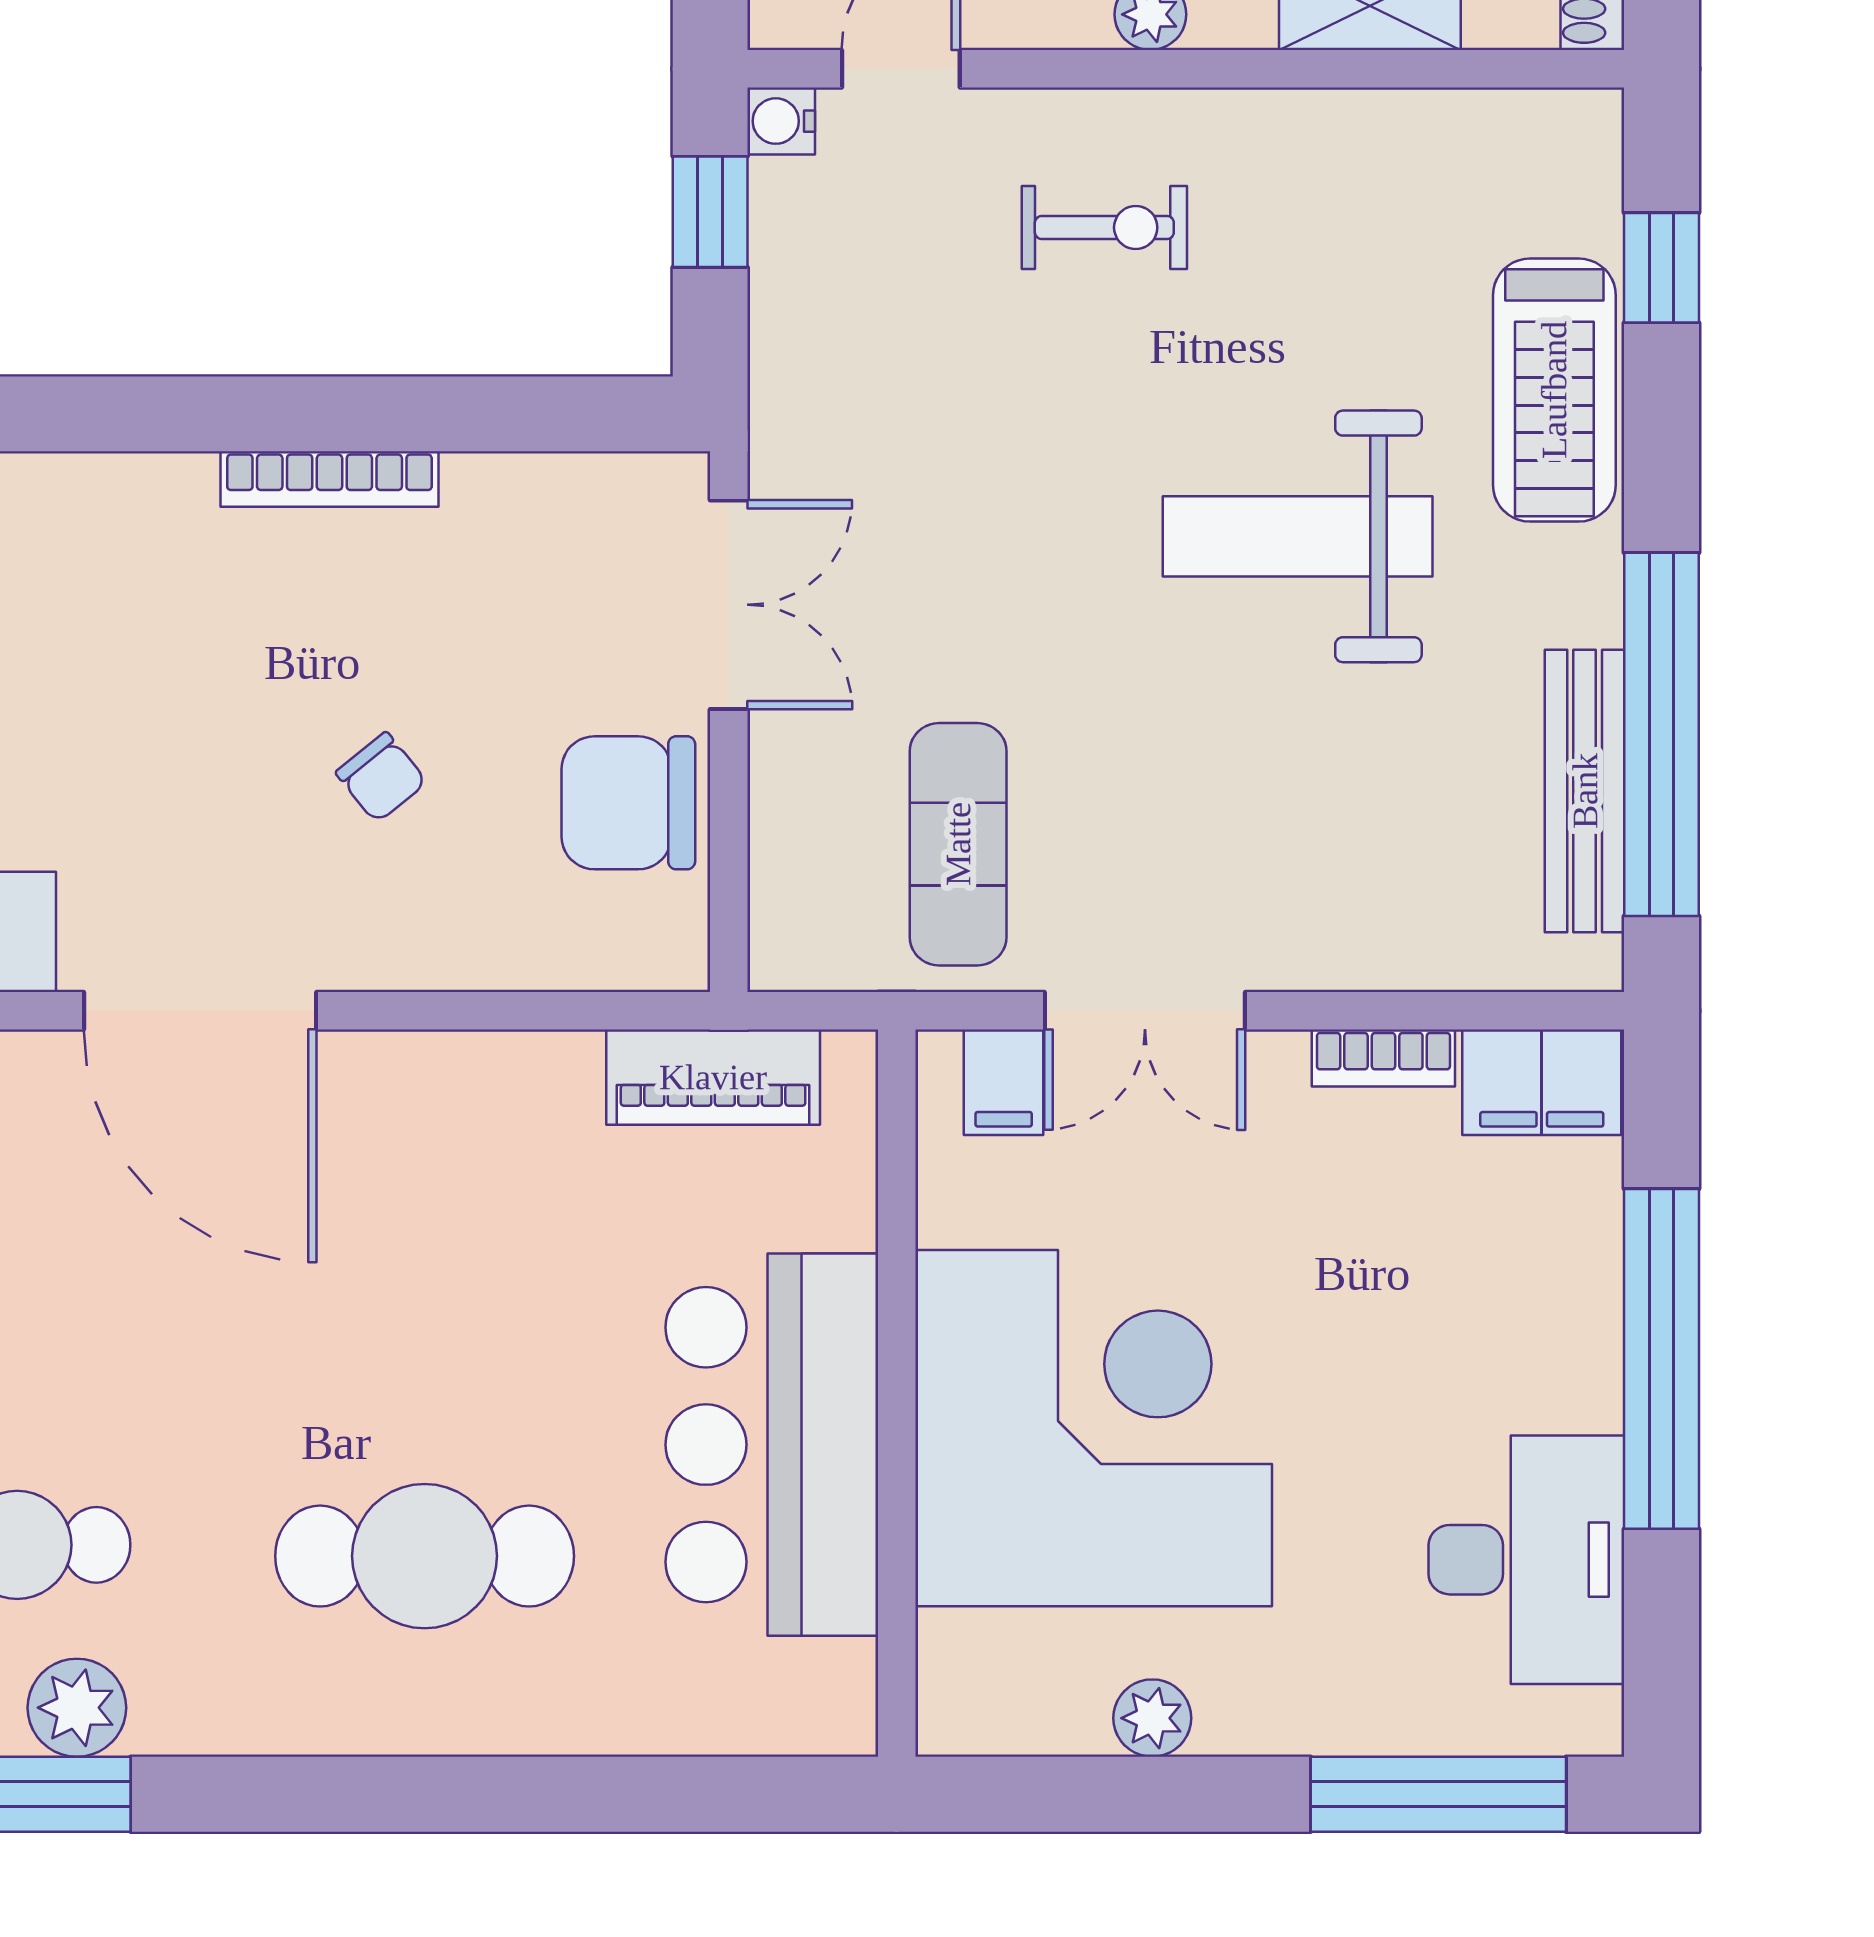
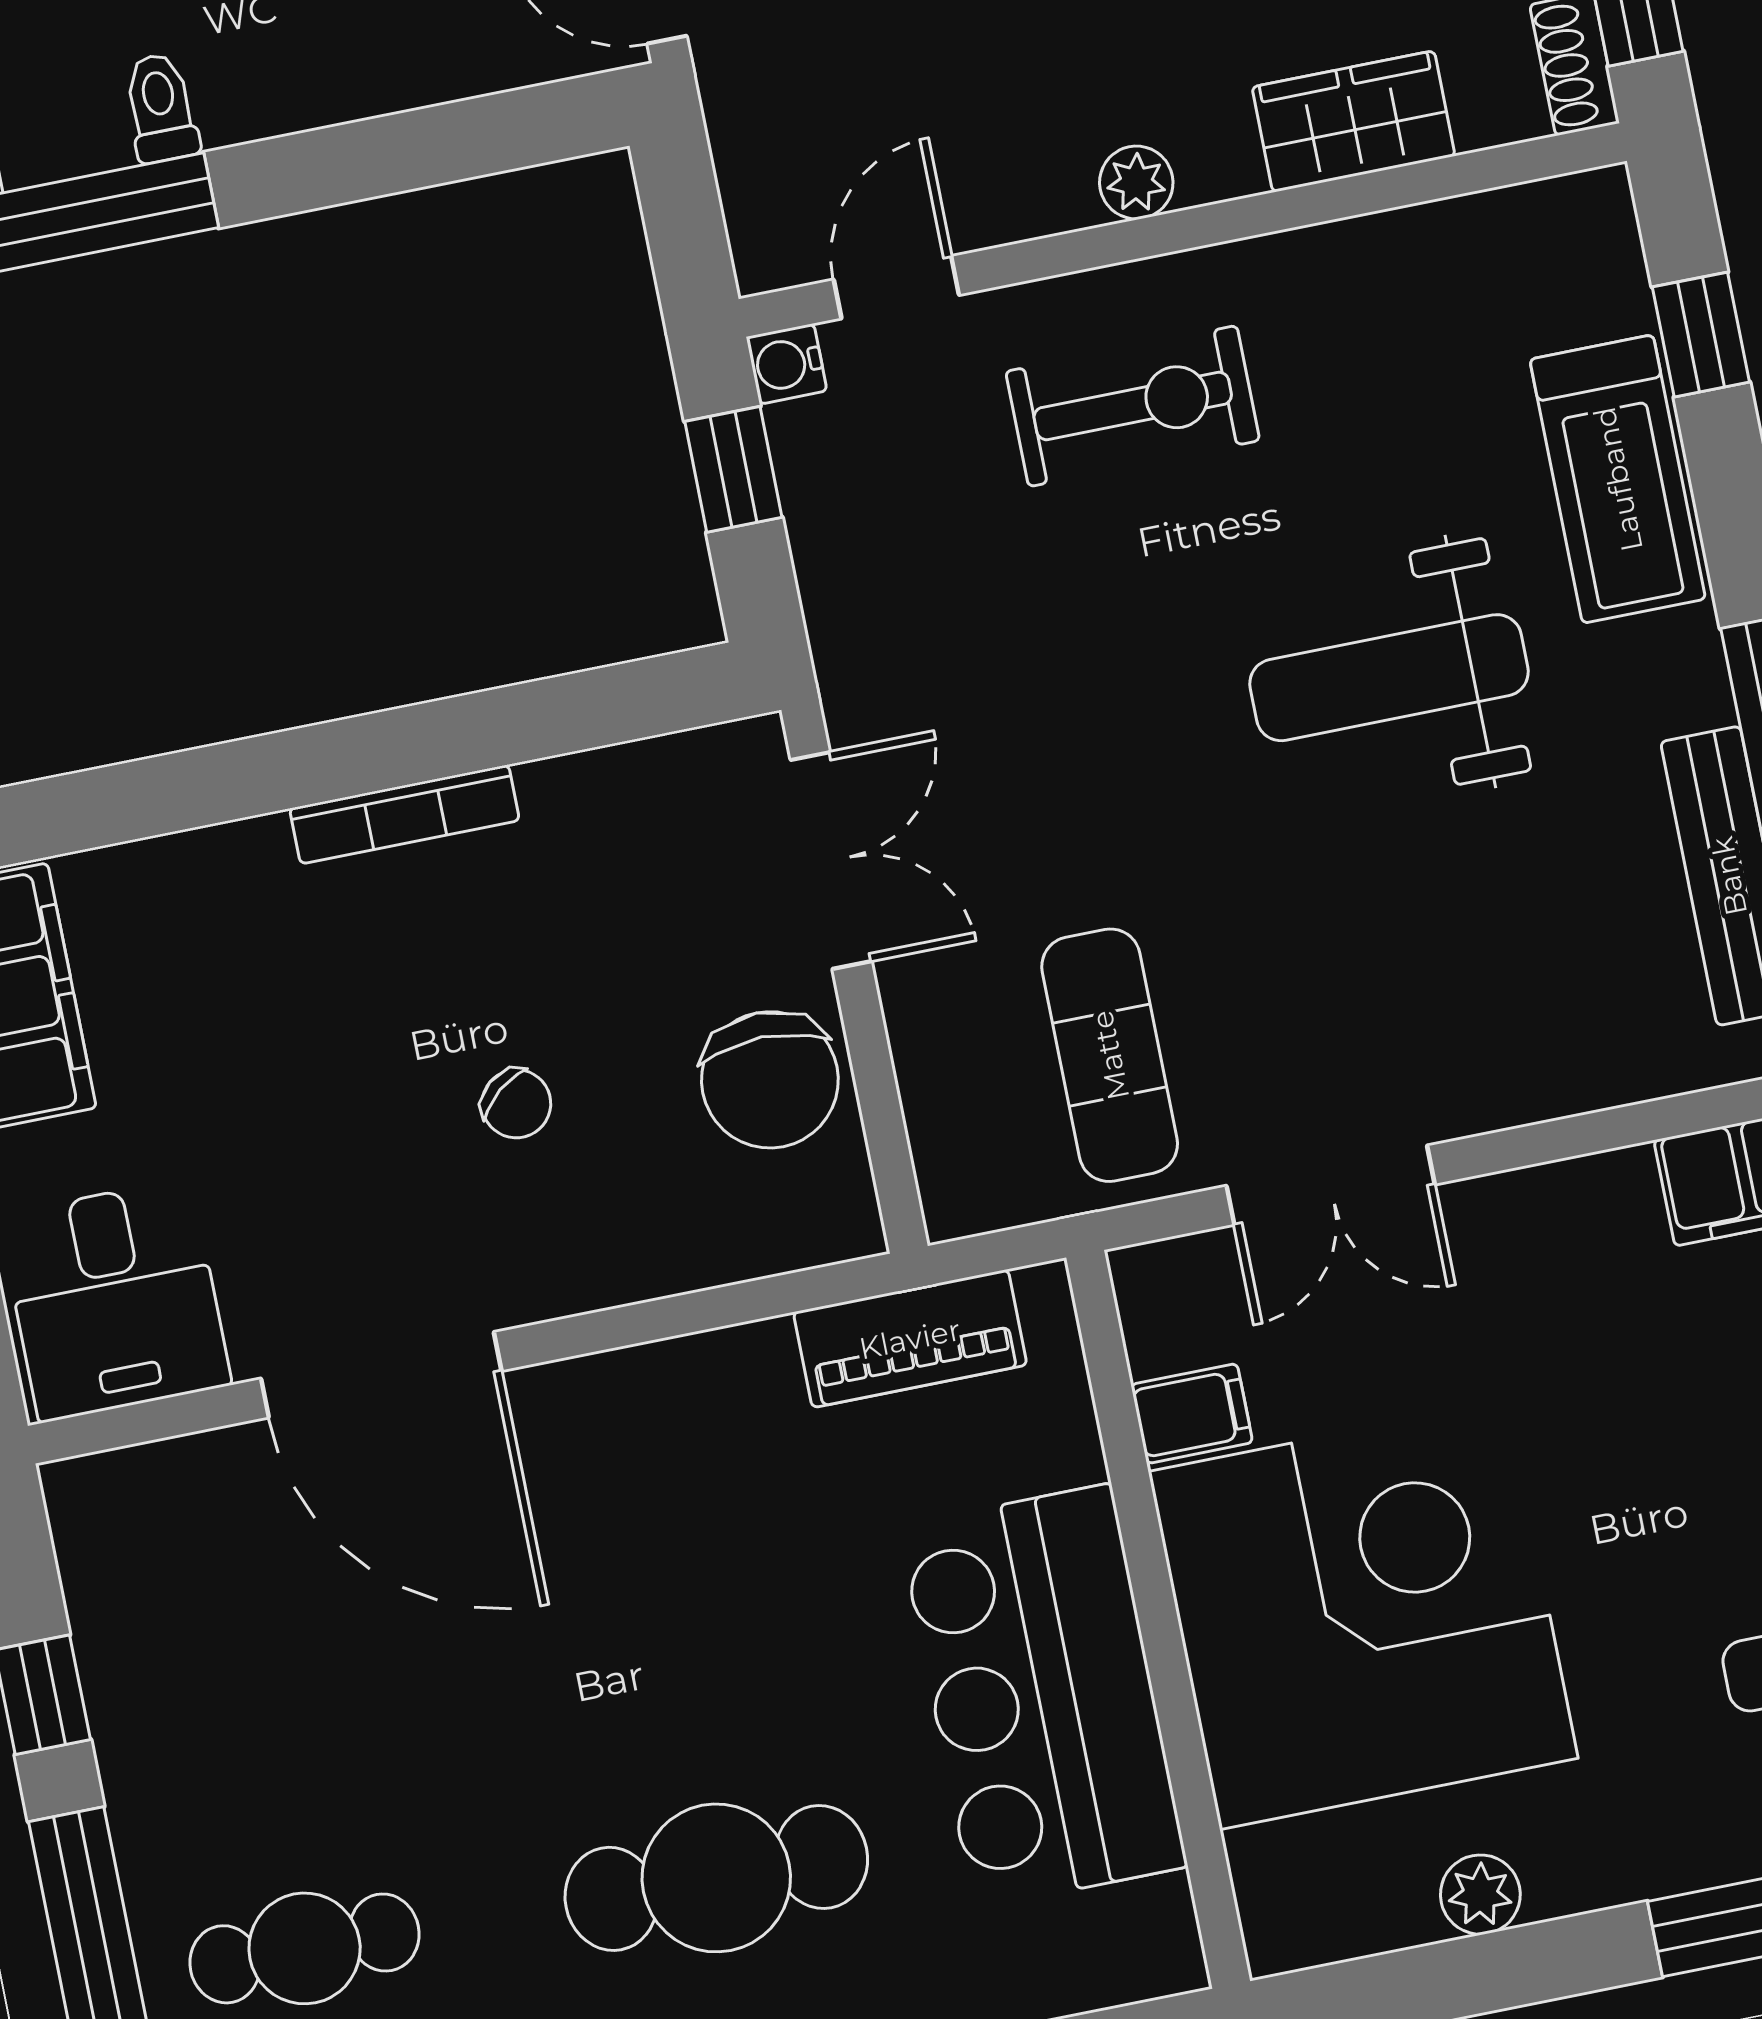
exercise bike: (1104, 228) -> (1133, 406), width x1.38, depth x1.39
chair: (628, 803) -> (770, 1080), turned -90
bookcase: (1383, 1058) -> (1580, 1185), removed
filing cabinet: (1004, 1082) -> (1192, 1414), moved, turned -90

